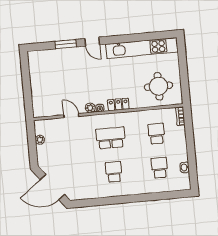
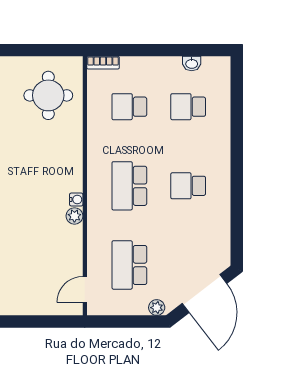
locker: (118, 104) -> (73, 167), removed
door: (71, 116) -> (85, 289), moved
plant: (40, 140) -> (157, 308), moved
school desk: (65, 142) -> (129, 265), added

